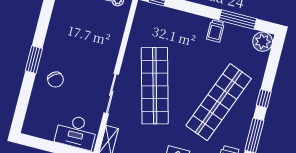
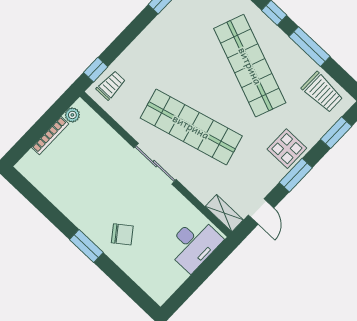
trolley: (215, 31) -> (111, 85), moved, turned -90
sliding door: (111, 93) -> (155, 164), moved

